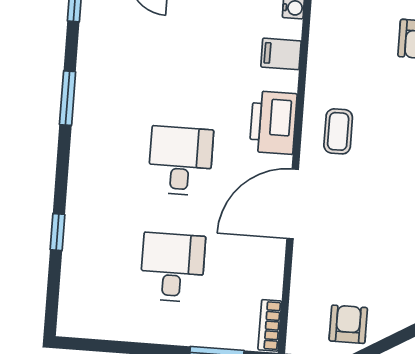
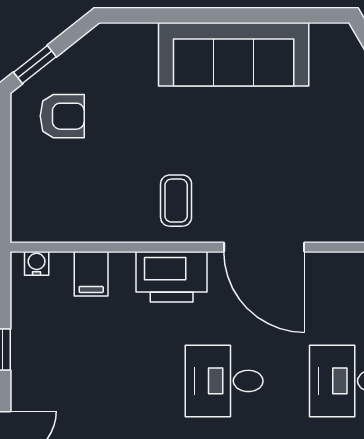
coffee table: (338, 131) -> (176, 201), turned 90

